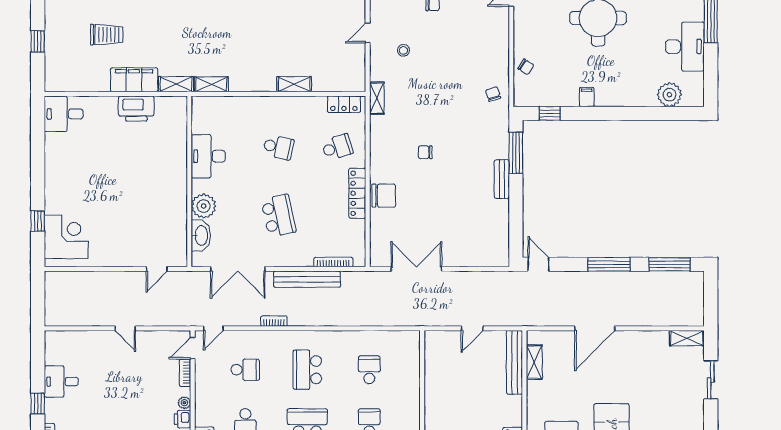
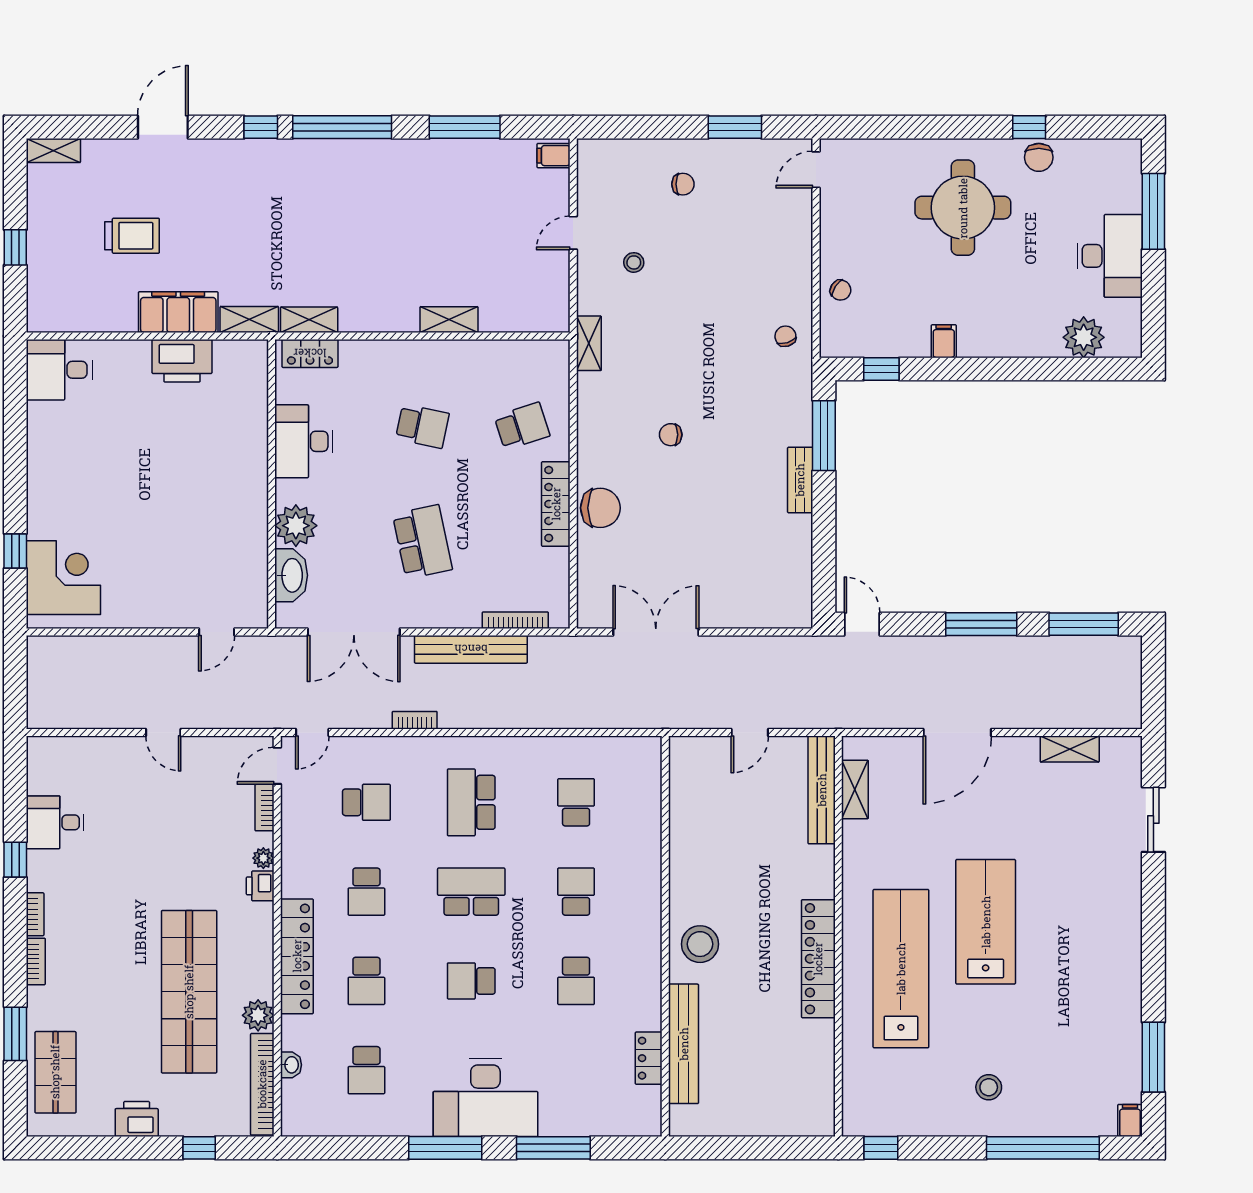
locker: (344, 104) -> (310, 353), moved
shelving: (687, 338) -> (1070, 749), moved

